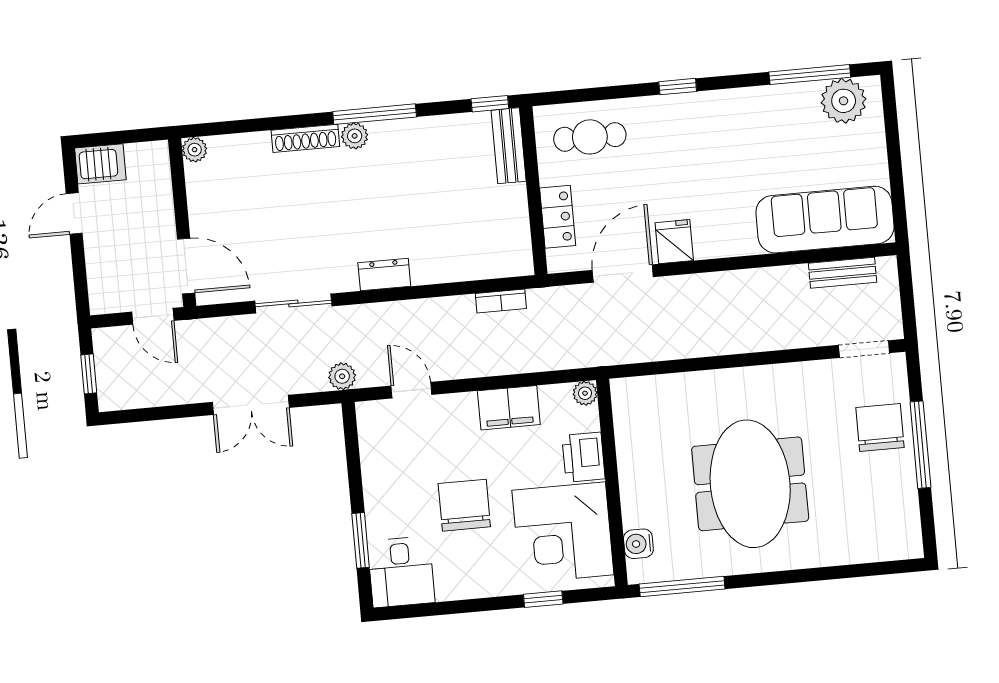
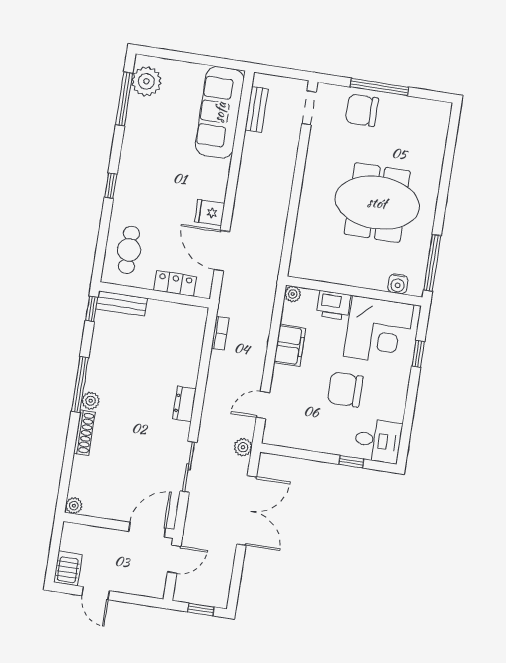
double door: (251, 405) -> (247, 510), width x1.37
window: (361, 540) -> (351, 462), width x0.67

